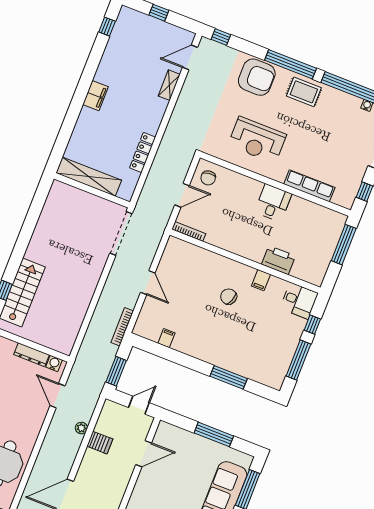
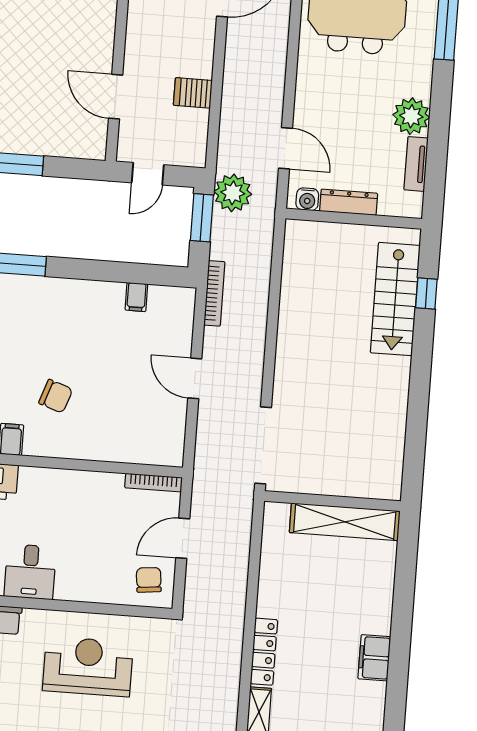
locker: (143, 152) -> (264, 652), moved
plant: (81, 428) -> (233, 193), moved, width x1.88, depth x1.88
door: (144, 454) -> (116, 97), hinge flipped

